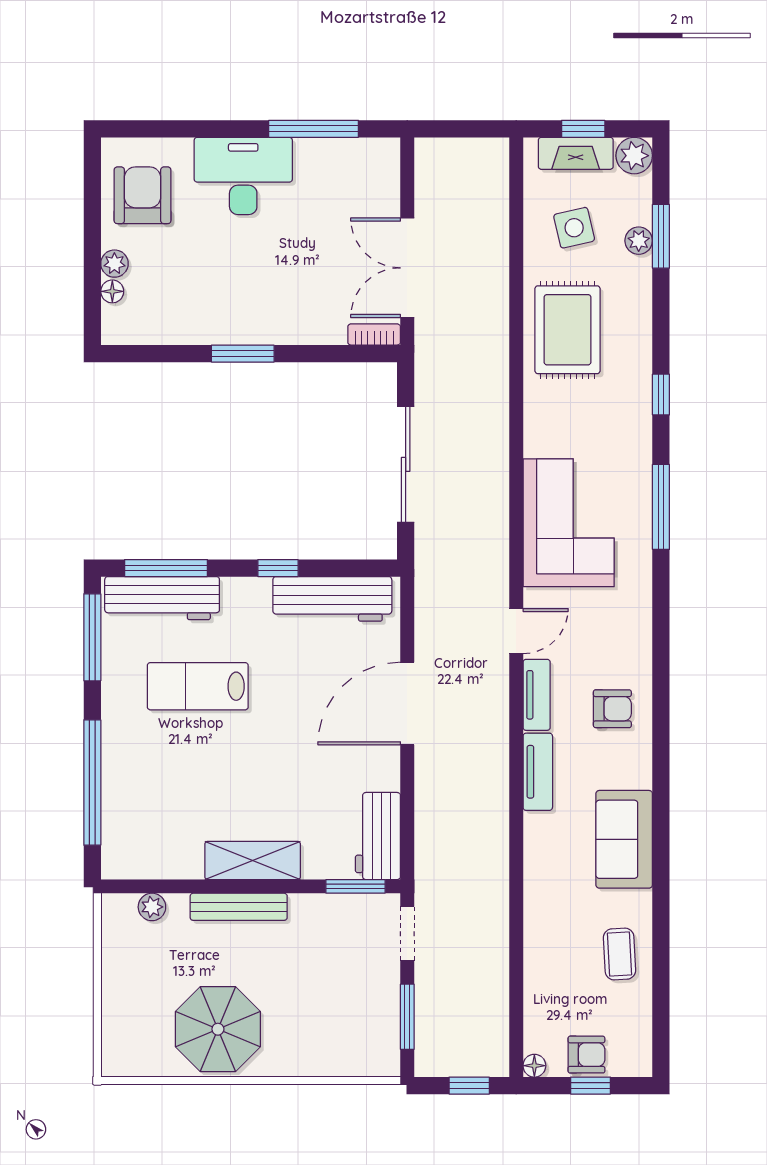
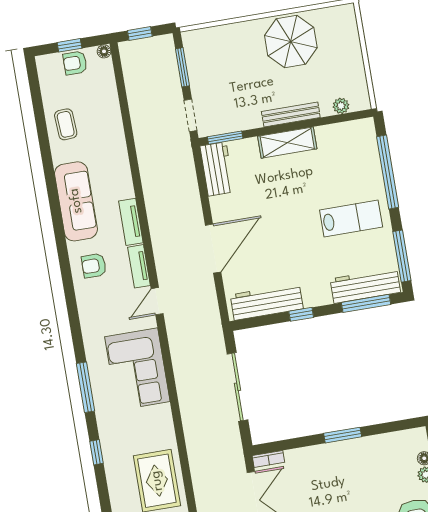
lab bench: (198, 686) -> (351, 218), moved
sofa: (624, 839) -> (76, 201), width x1.36

